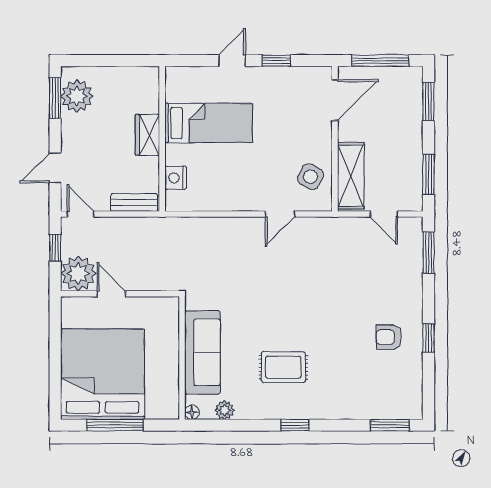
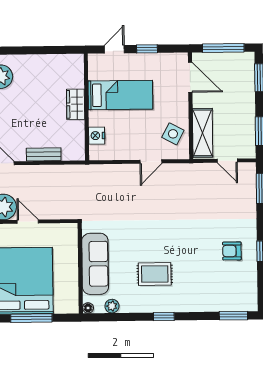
door: (335, 100) -> (190, 77), hinge flipped
bed: (209, 123) -> (120, 95), moved
wardrobe: (147, 135) -> (76, 104), moved
wall: (162, 139) -> (86, 107), moved
nightstand: (176, 178) -> (97, 136), moved

